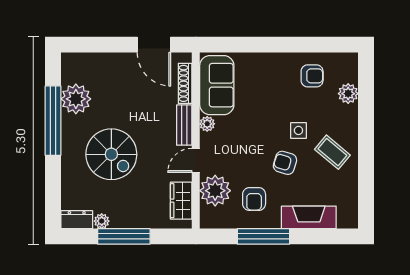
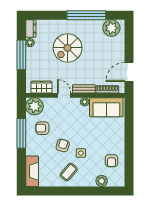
plant: (76, 99) -> (111, 28), moved
plant: (215, 191) -> (34, 106), moved
fireplace: (309, 217) -> (32, 171), moved

